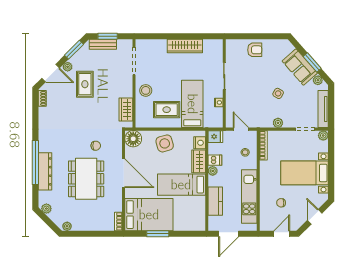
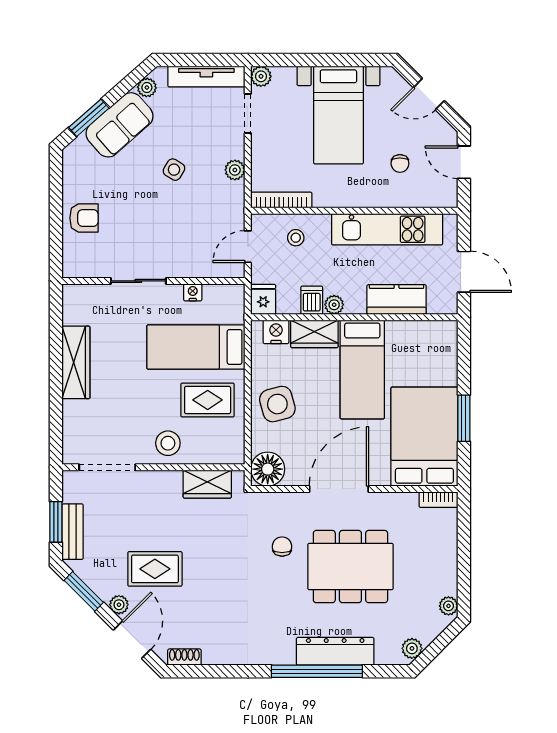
armchair: (255, 50) -> (84, 218), turned 90
window: (312, 62) -> (89, 118), moved
rug: (167, 110) -> (208, 400), turned 90

